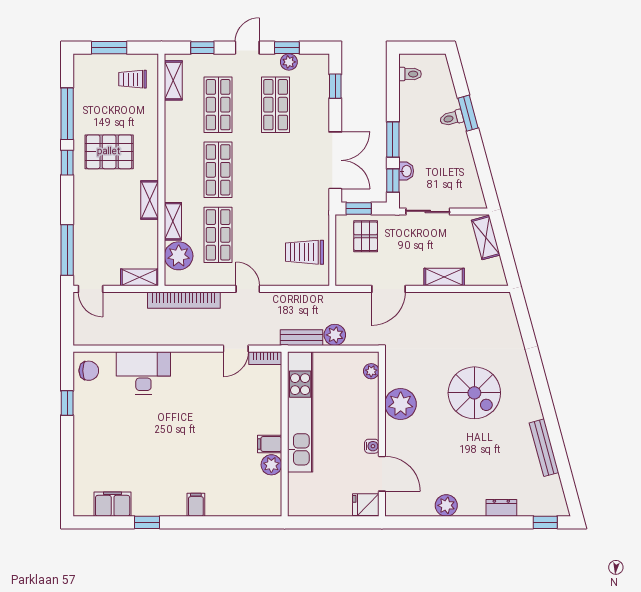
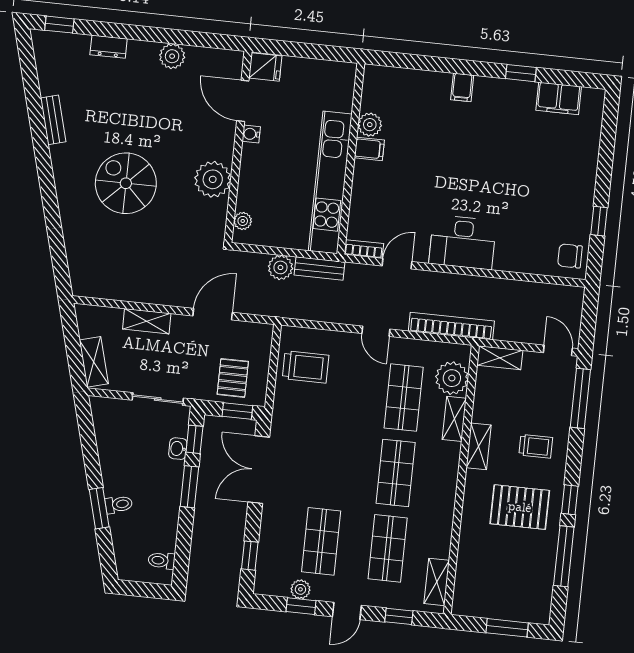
trolley: (133, 79) -> (536, 446), moved
desk: (143, 373) -> (463, 242), moved
bench: (544, 448) -> (53, 120), width x0.73

